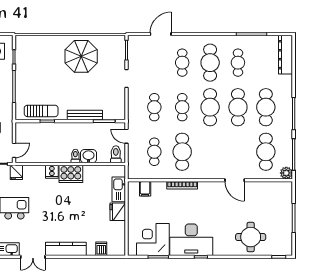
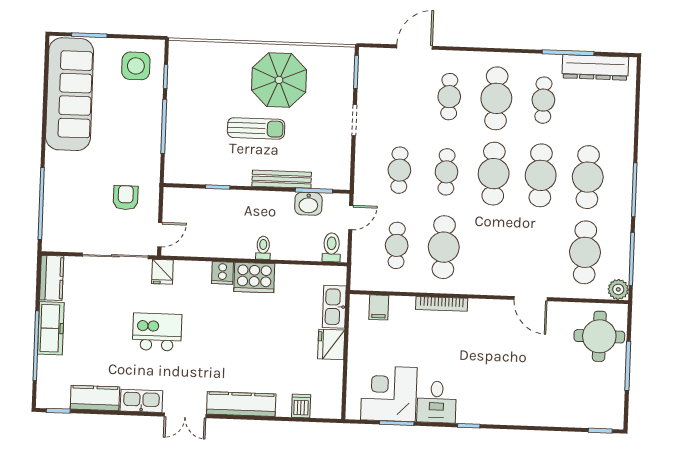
dresser: (286, 55) -> (595, 67), moved, turned -90
sun lounger: (41, 111) -> (256, 128), moved
door: (127, 136) -> (351, 217), swing flipped
washbasin: (89, 156) -> (308, 204), moved, turned 180
round table: (251, 237) -> (599, 336), moved
desk: (191, 240) -> (437, 402), width x0.53, depth x0.77

